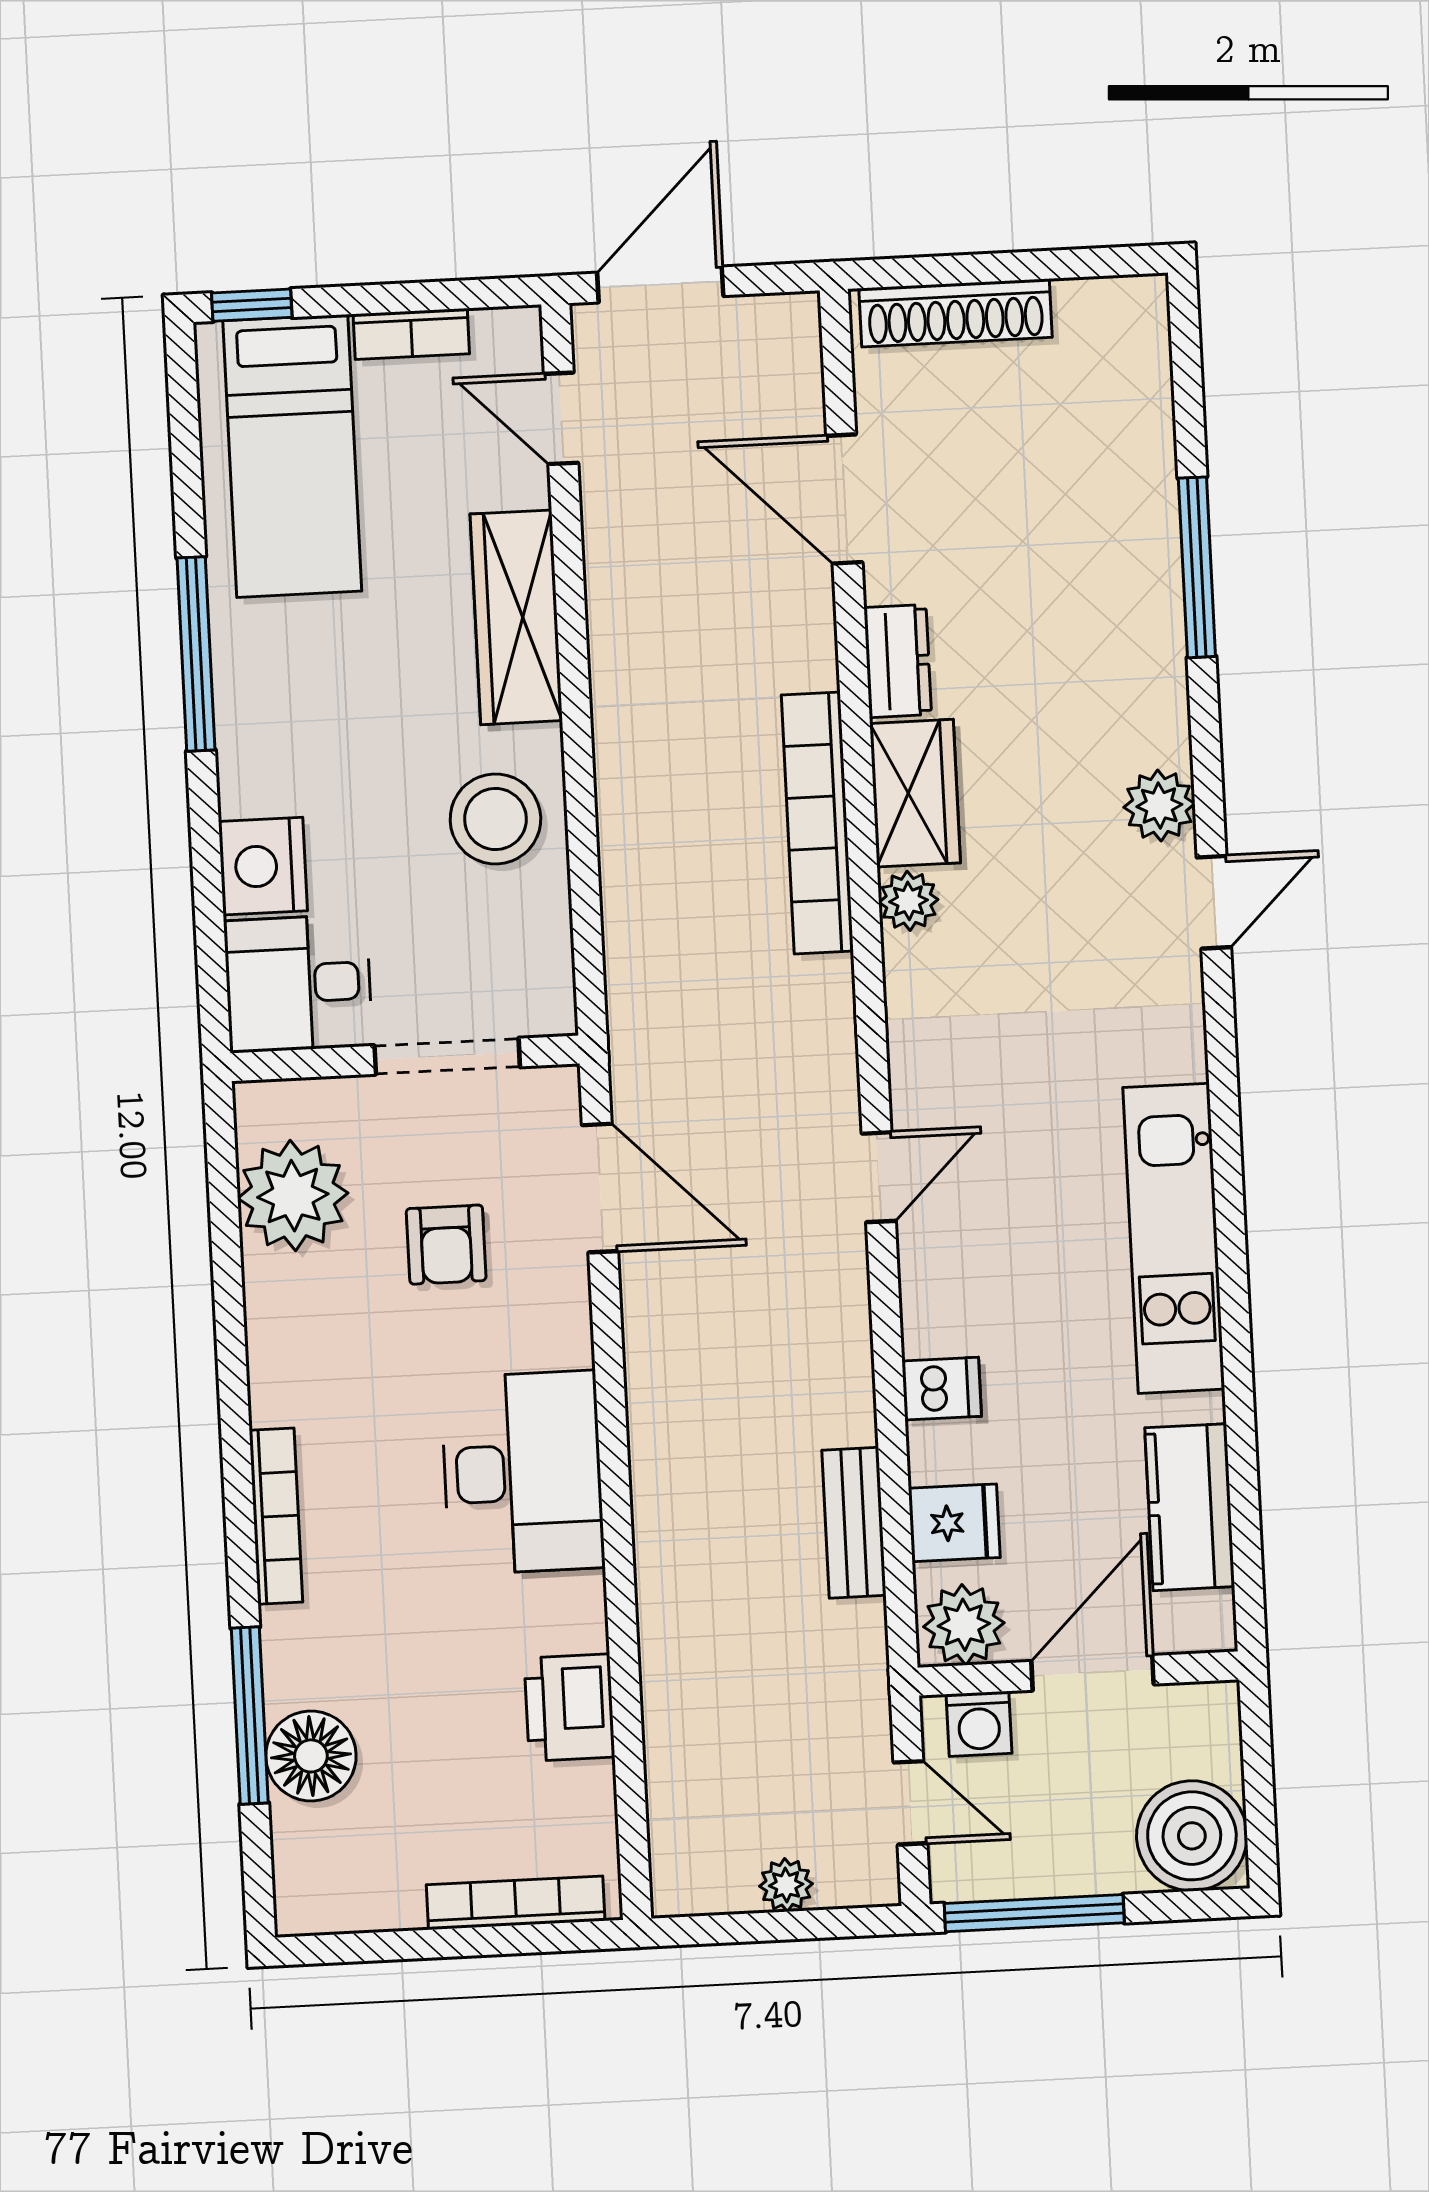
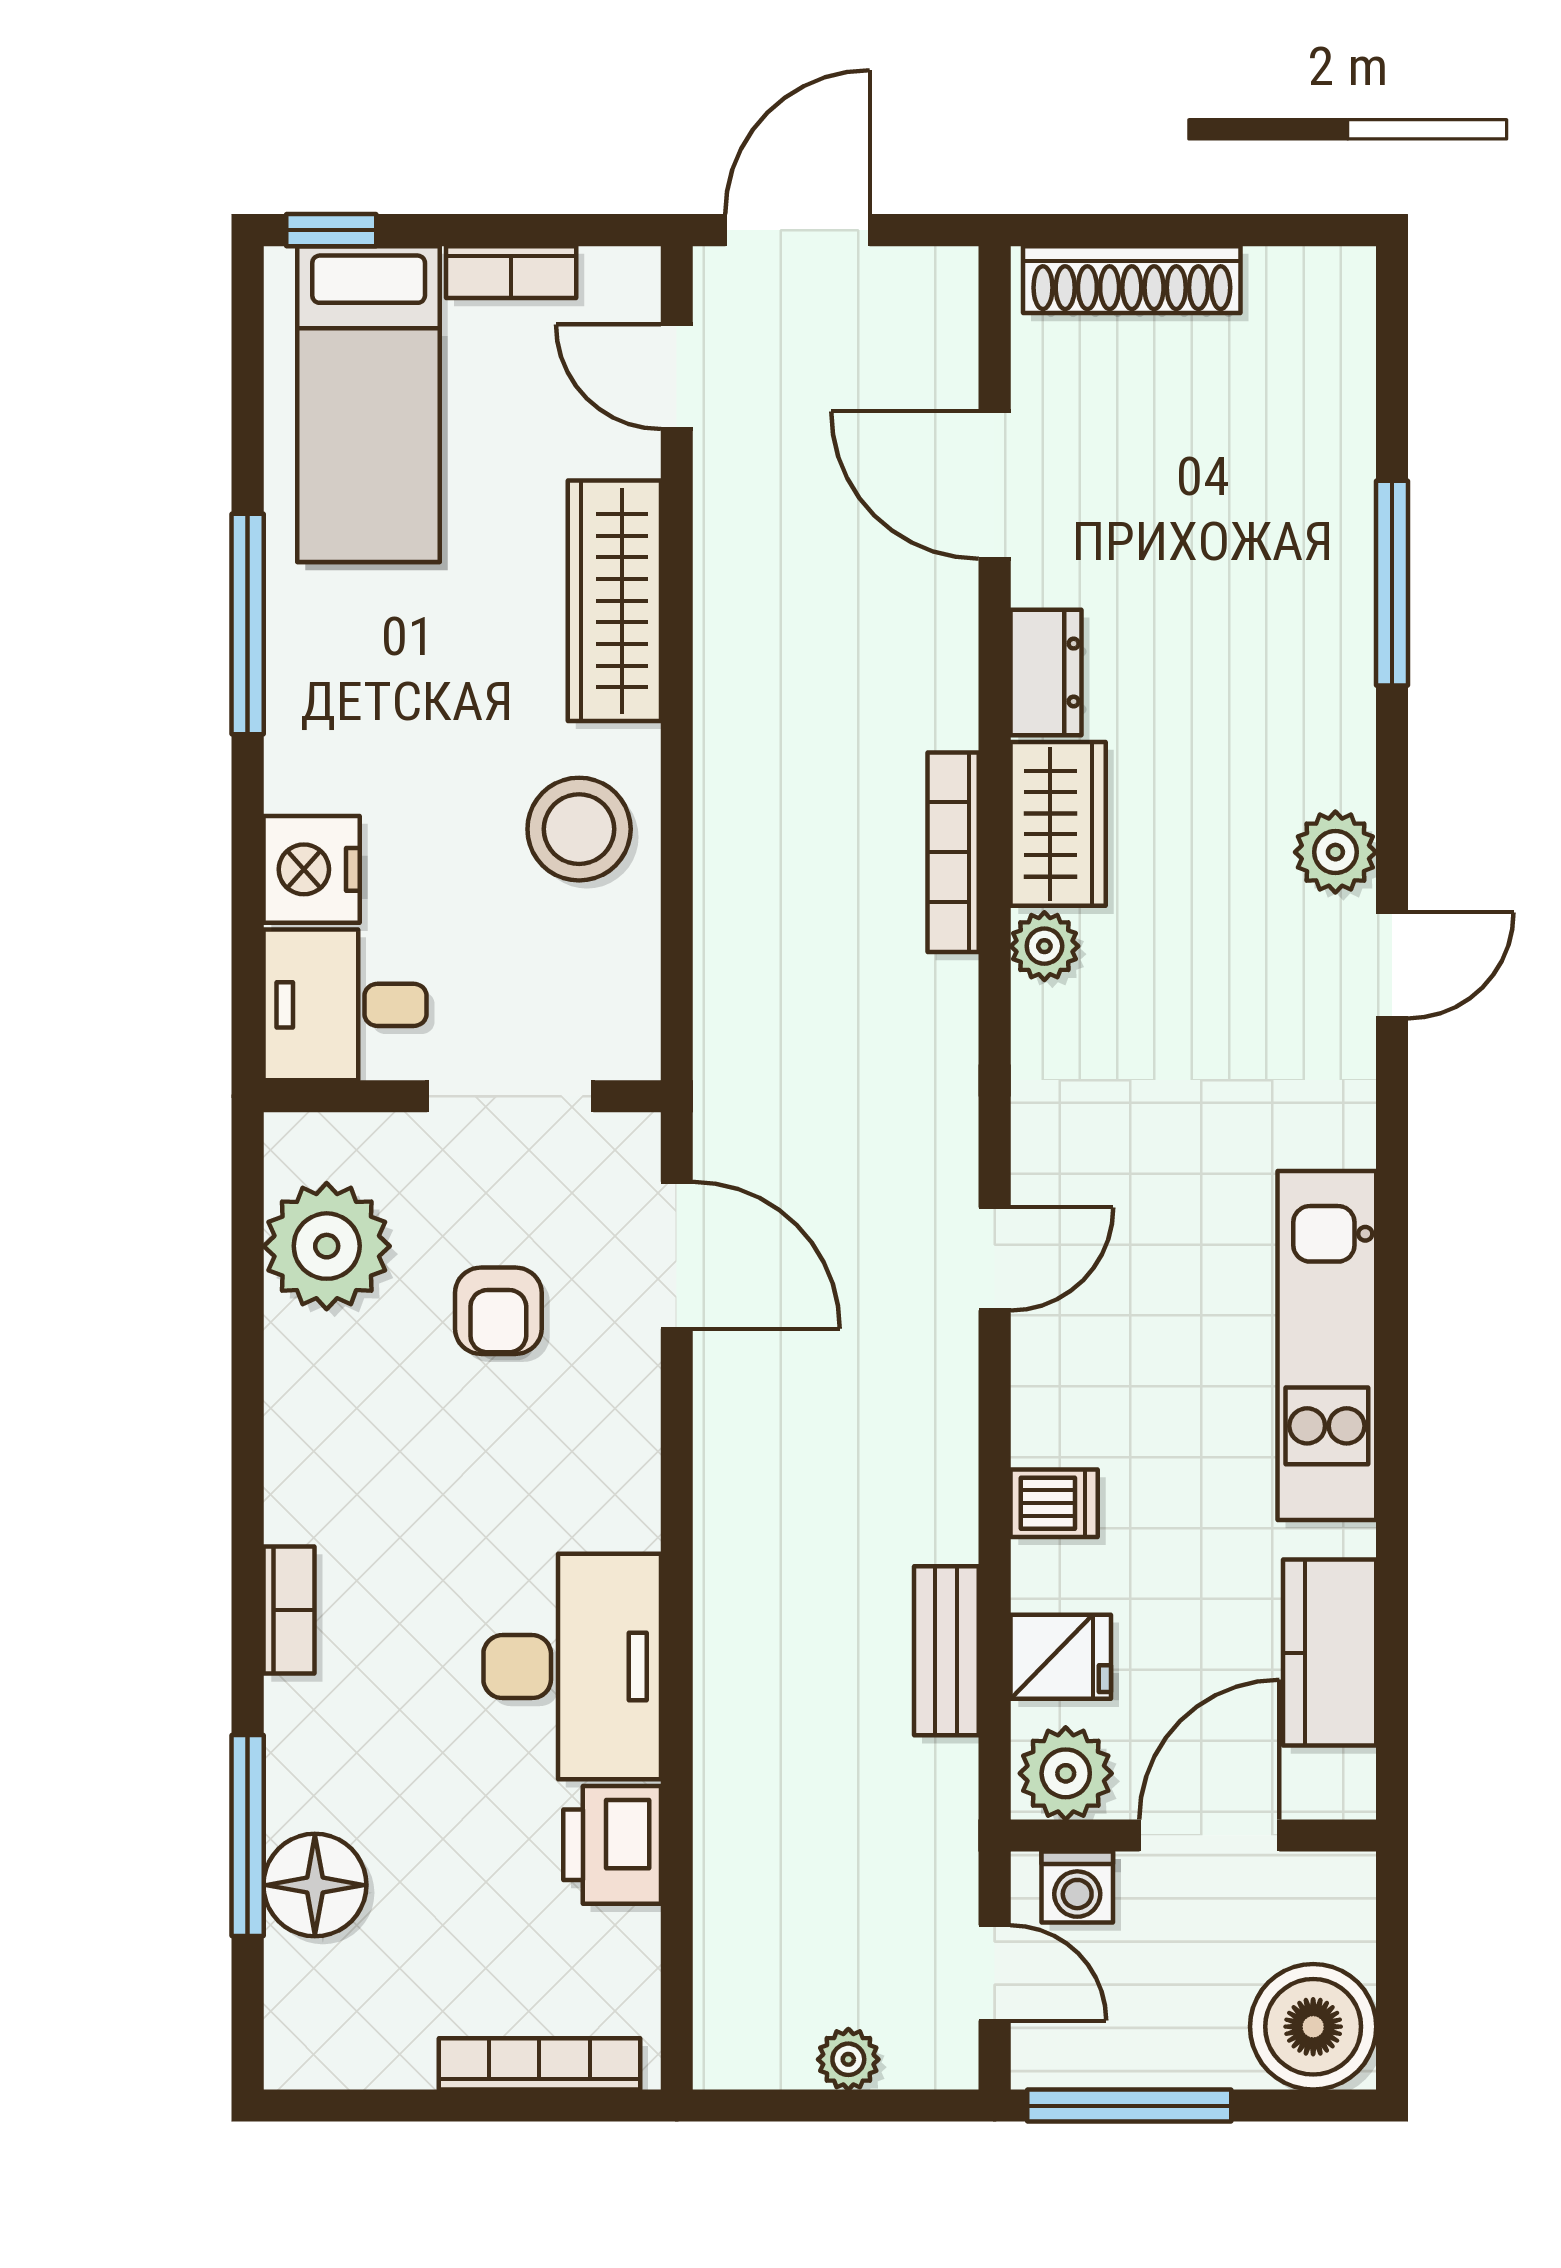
bookcase: (817, 823) -> (953, 852), width x0.68, depth x0.76
desk: (523, 1473) -> (572, 1667), moved
bookcase: (276, 1516) -> (289, 1610), width x0.64

